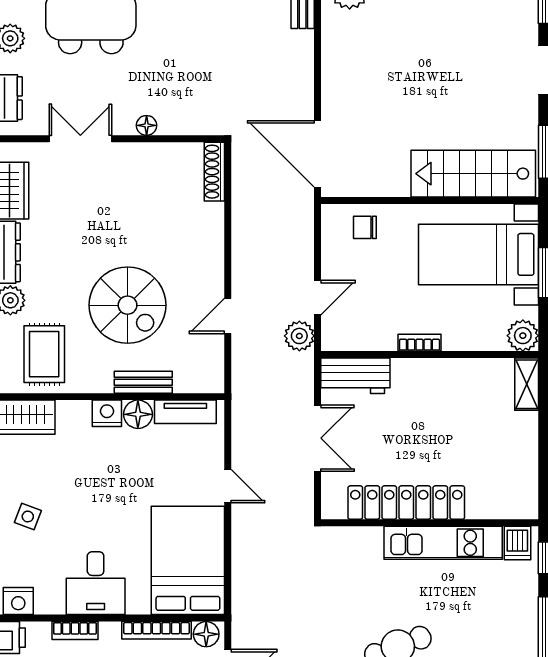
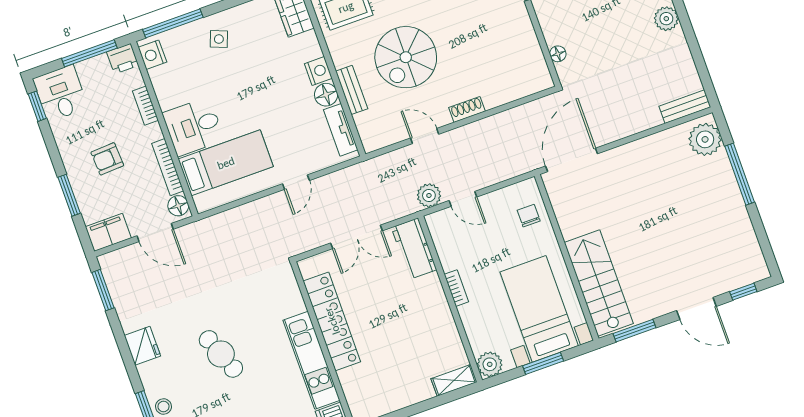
floor lamp: (147, 125) -> (558, 54), moved
shoe rack: (214, 172) -> (467, 109), moved, width x0.70
bed: (188, 560) -> (226, 163), width x0.67
desk: (96, 583) -> (193, 127), moved

